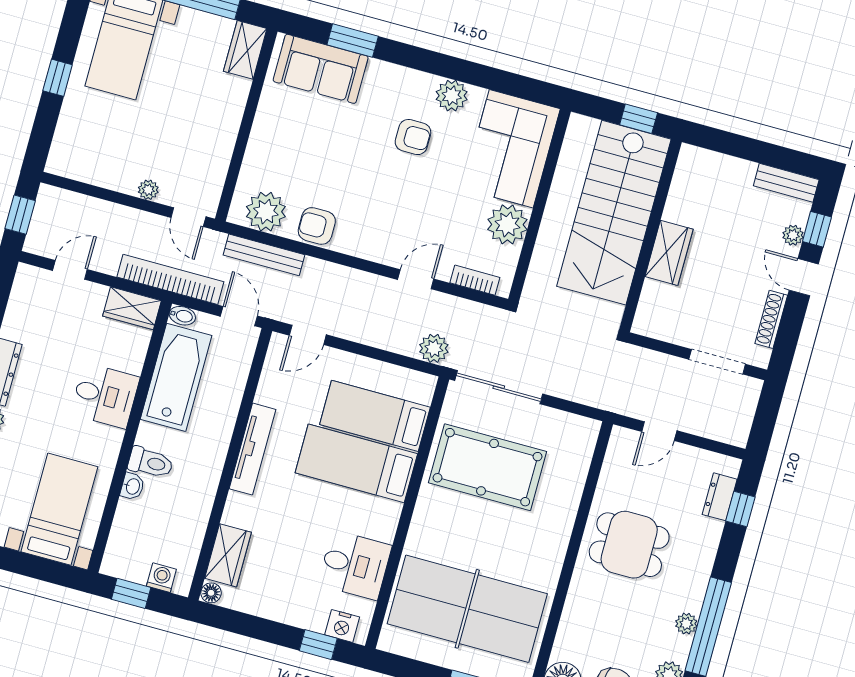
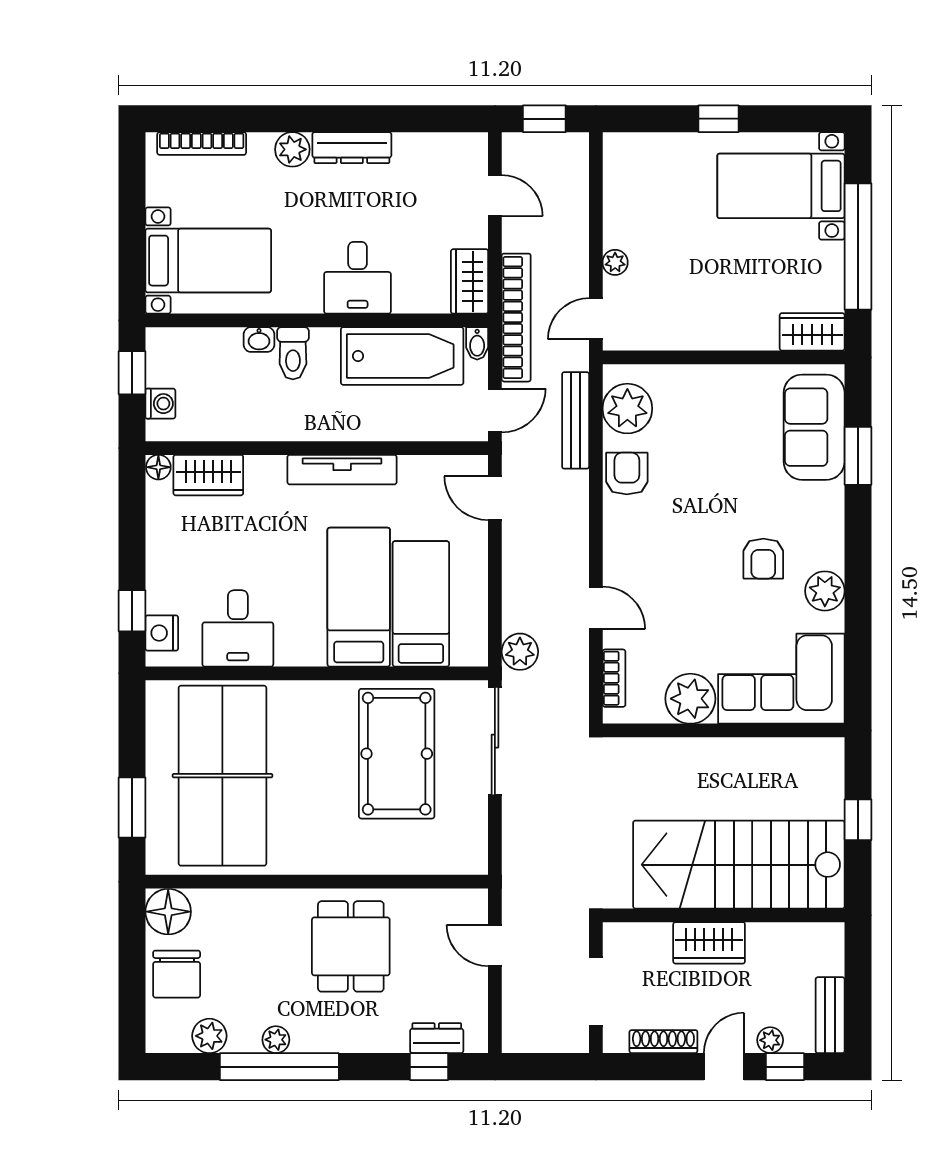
stairs: (614, 213) -> (739, 865), moved
wall: (650, 236) -> (724, 915), moved
wardrobe: (669, 253) -> (709, 943), moved

